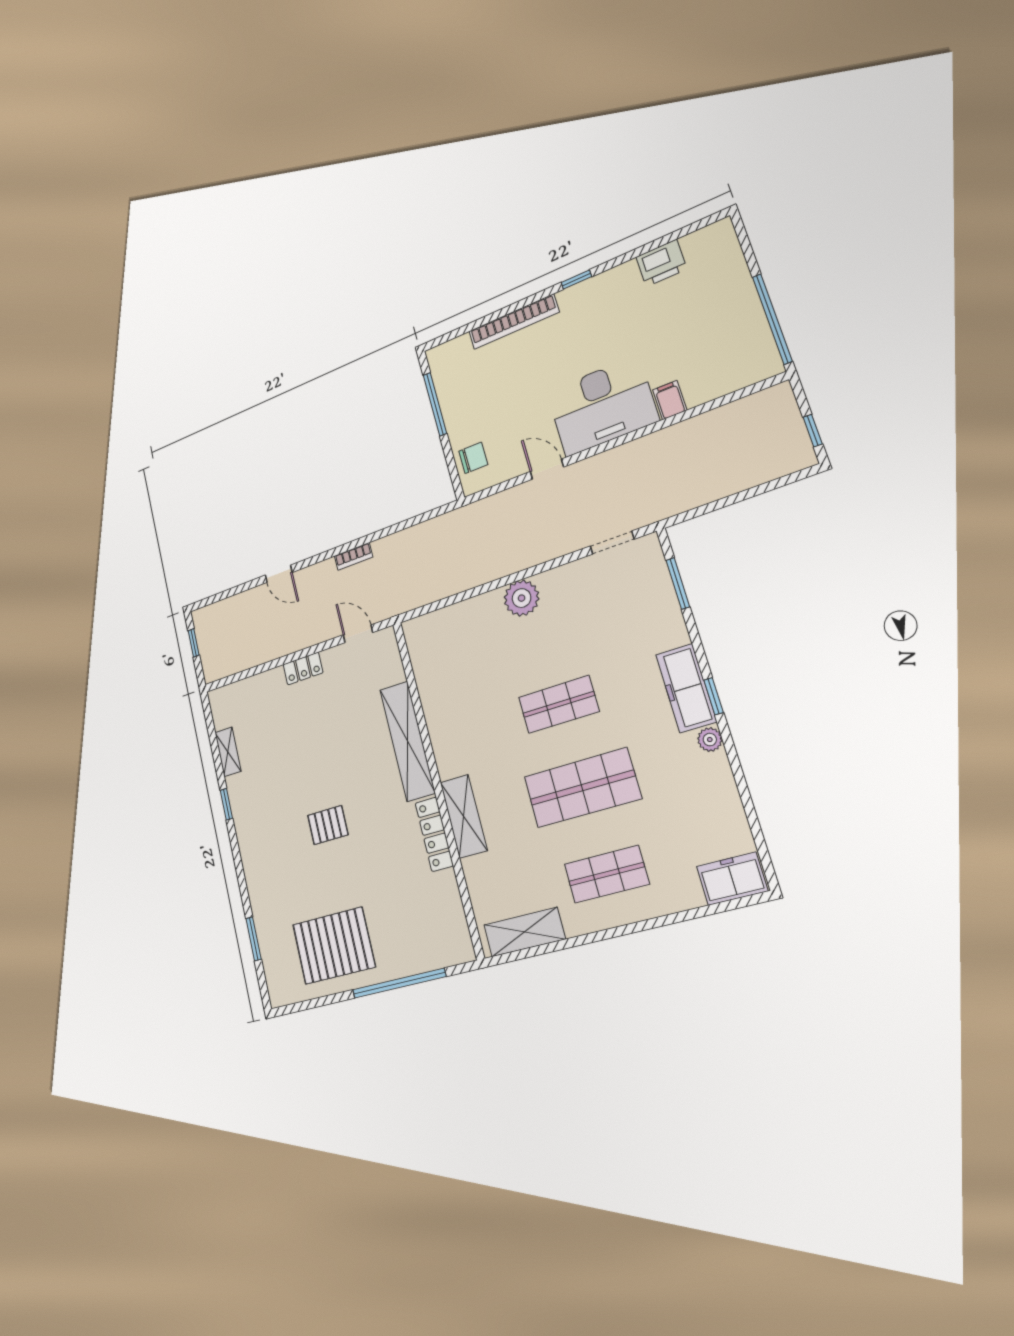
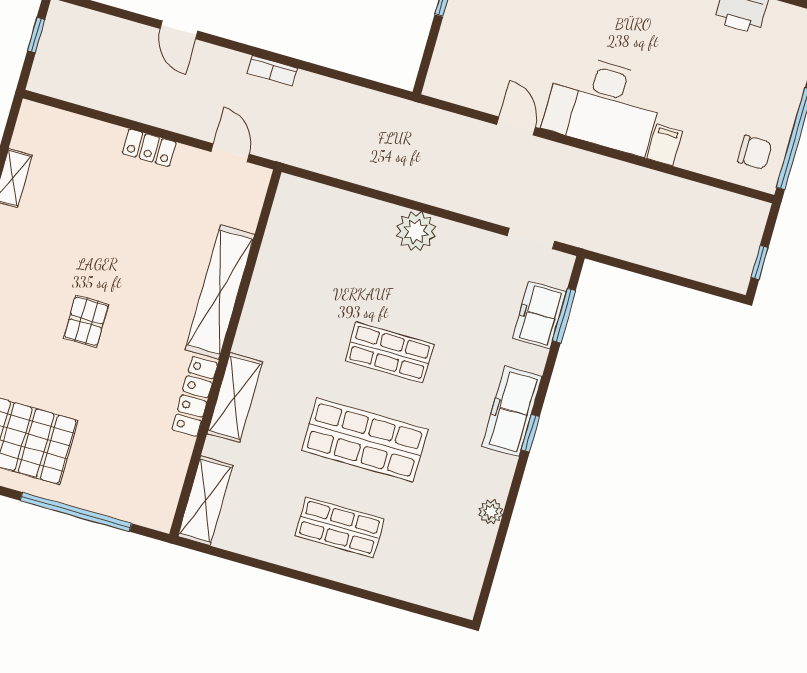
chair: (473, 458) -> (755, 152), moved
plant: (710, 740) -> (491, 512), moved
pallet: (328, 825) -> (86, 321), turned 90
freezer: (732, 879) -> (539, 315), moved, turned -90
shelving: (524, 932) -> (205, 501), moved, turned 90

